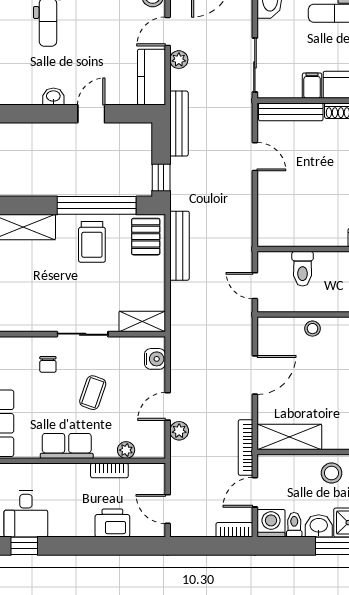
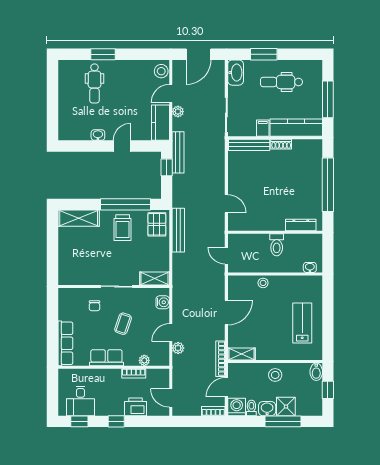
door: (255, 157) -> (226, 204), moved
window: (161, 178) -> (167, 167), moved
toilet: (303, 269) -> (277, 245), moved
shelving: (289, 437) -> (241, 354), width x0.67, depth x0.75
window: (82, 546) -> (116, 421), added

